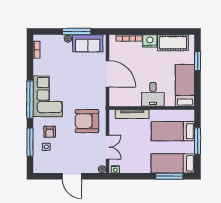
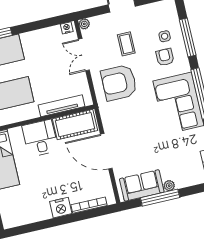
cot: (173, 43) -> (75, 125), moved
armchair: (87, 121) -> (119, 83), turned 180
coffee table: (75, 148) -> (126, 44), added

